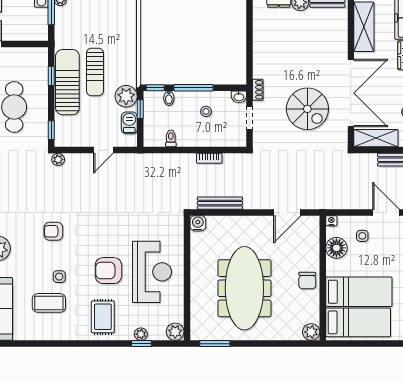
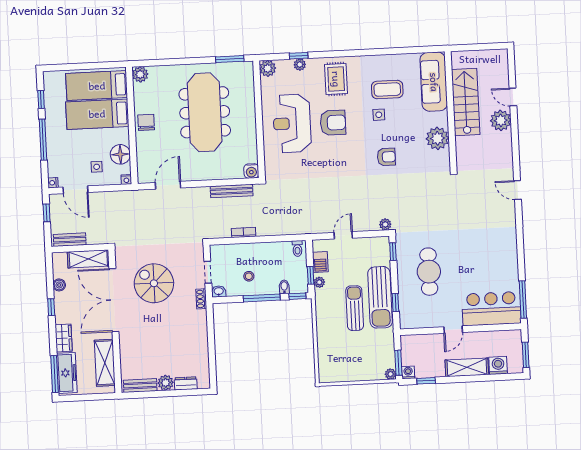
plant: (126, 96) -> (319, 282), width x0.53, depth x0.53
toilet: (171, 138) -> (297, 248), moved

